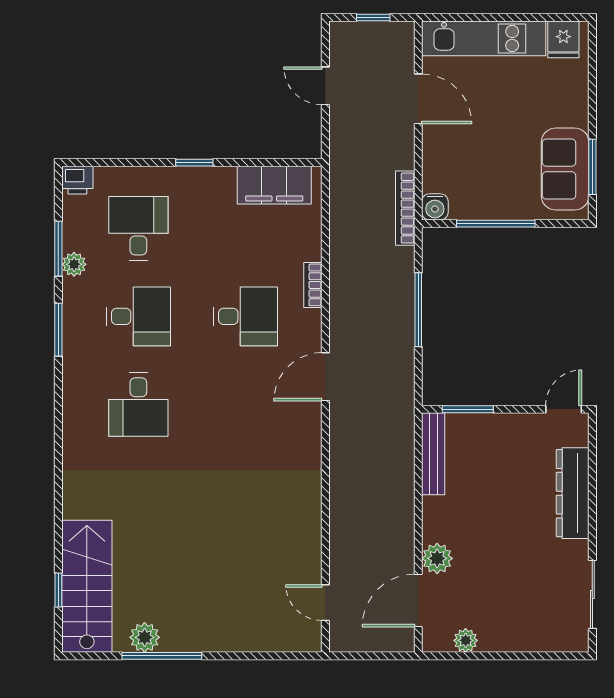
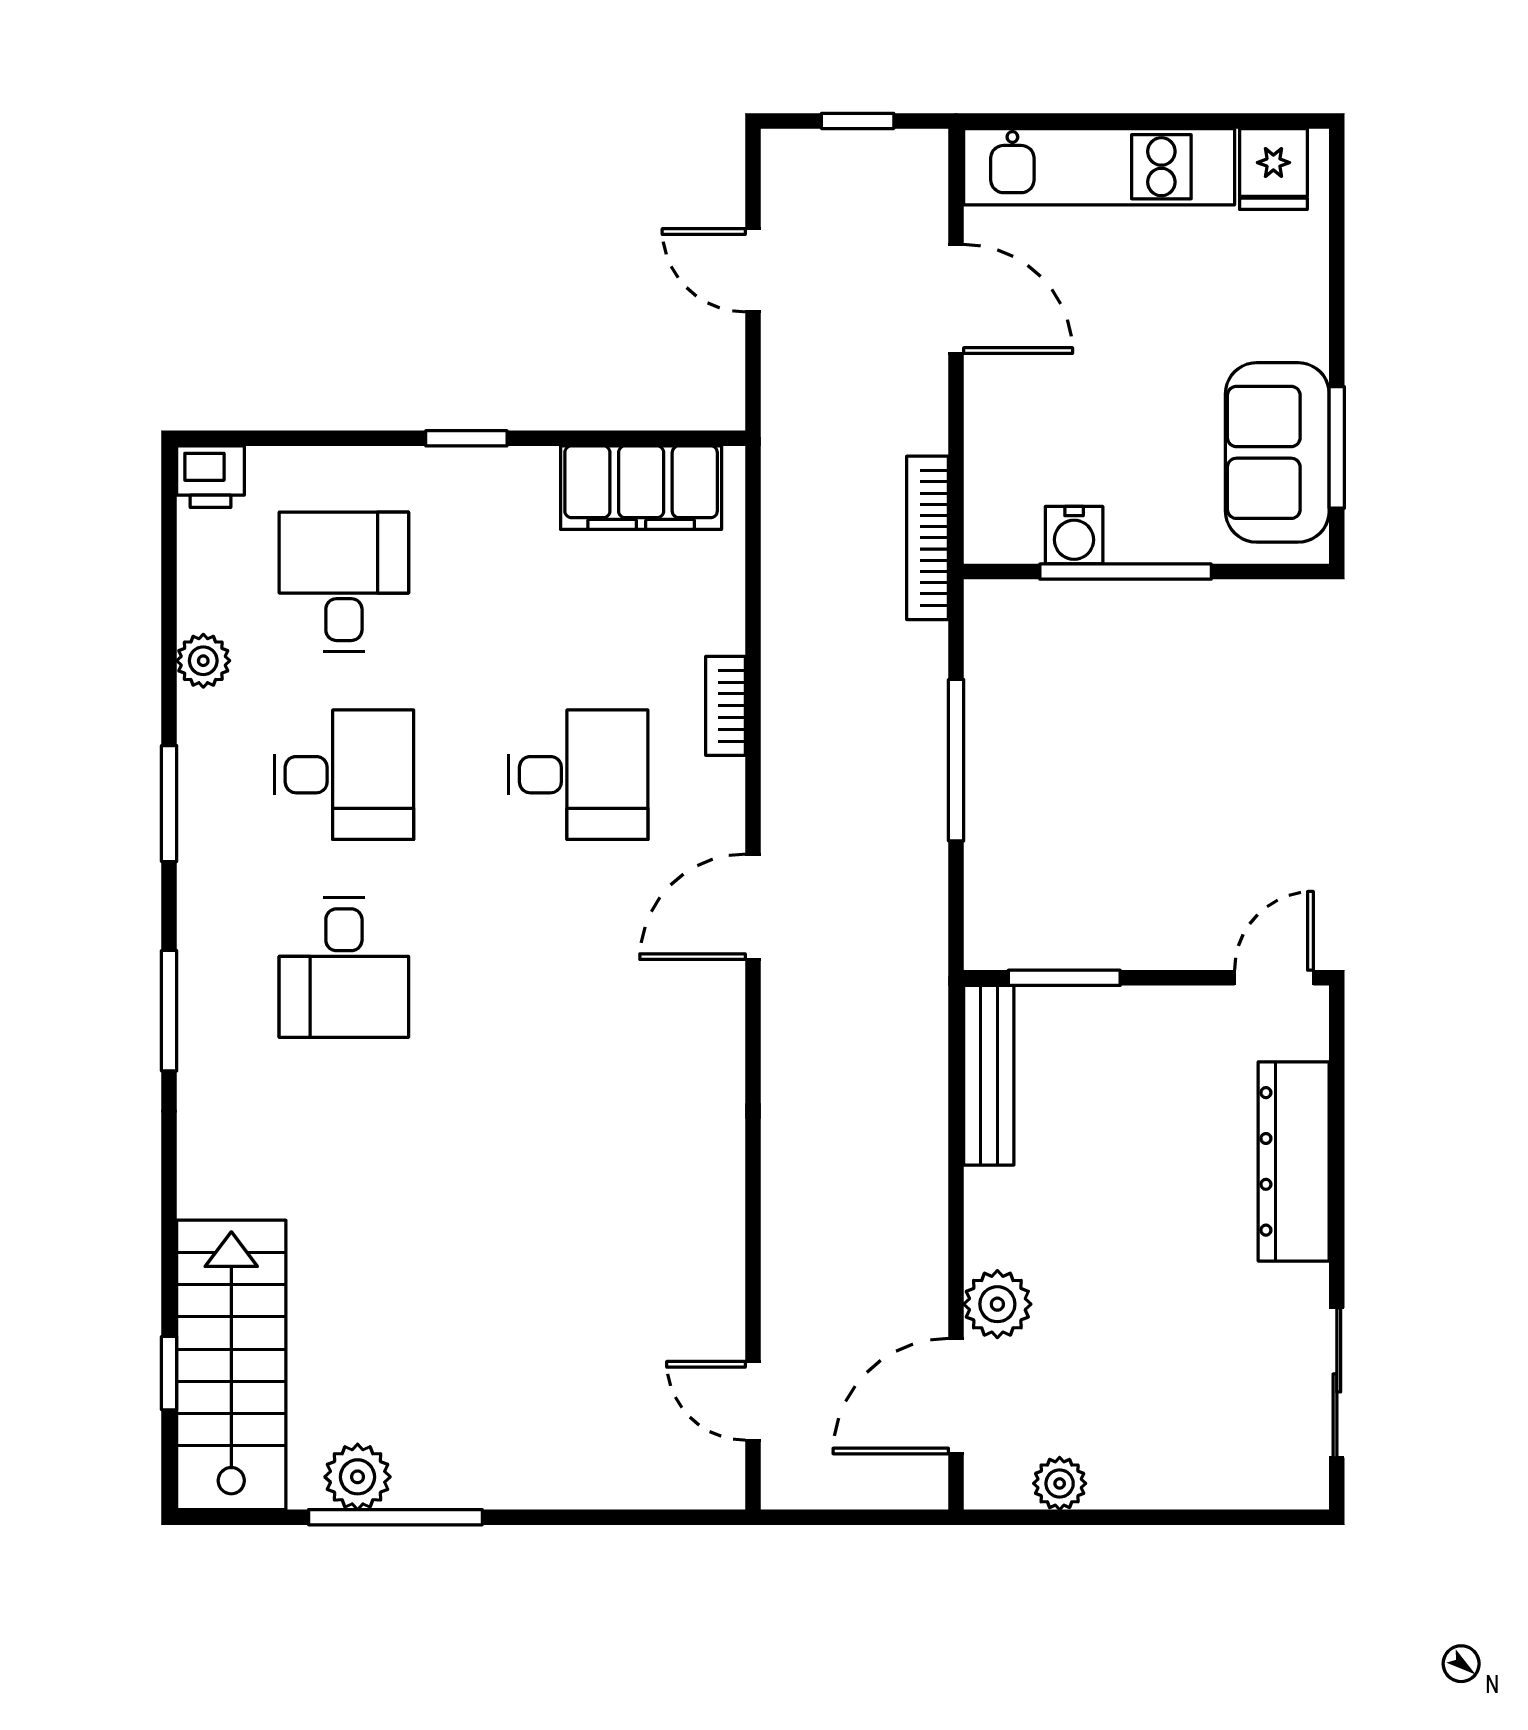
water cooler: (435, 207) -> (1074, 535), moved
window: (58, 249) -> (169, 1011), moved

